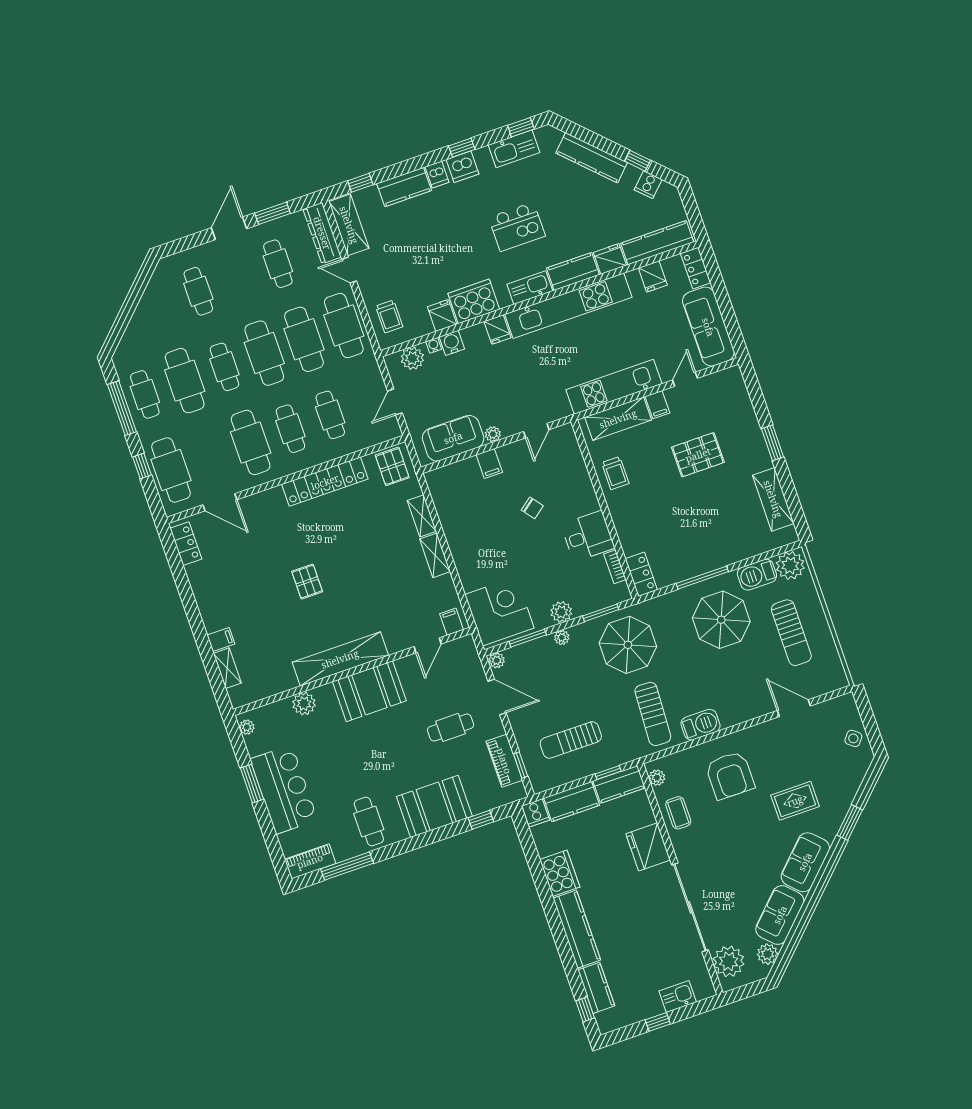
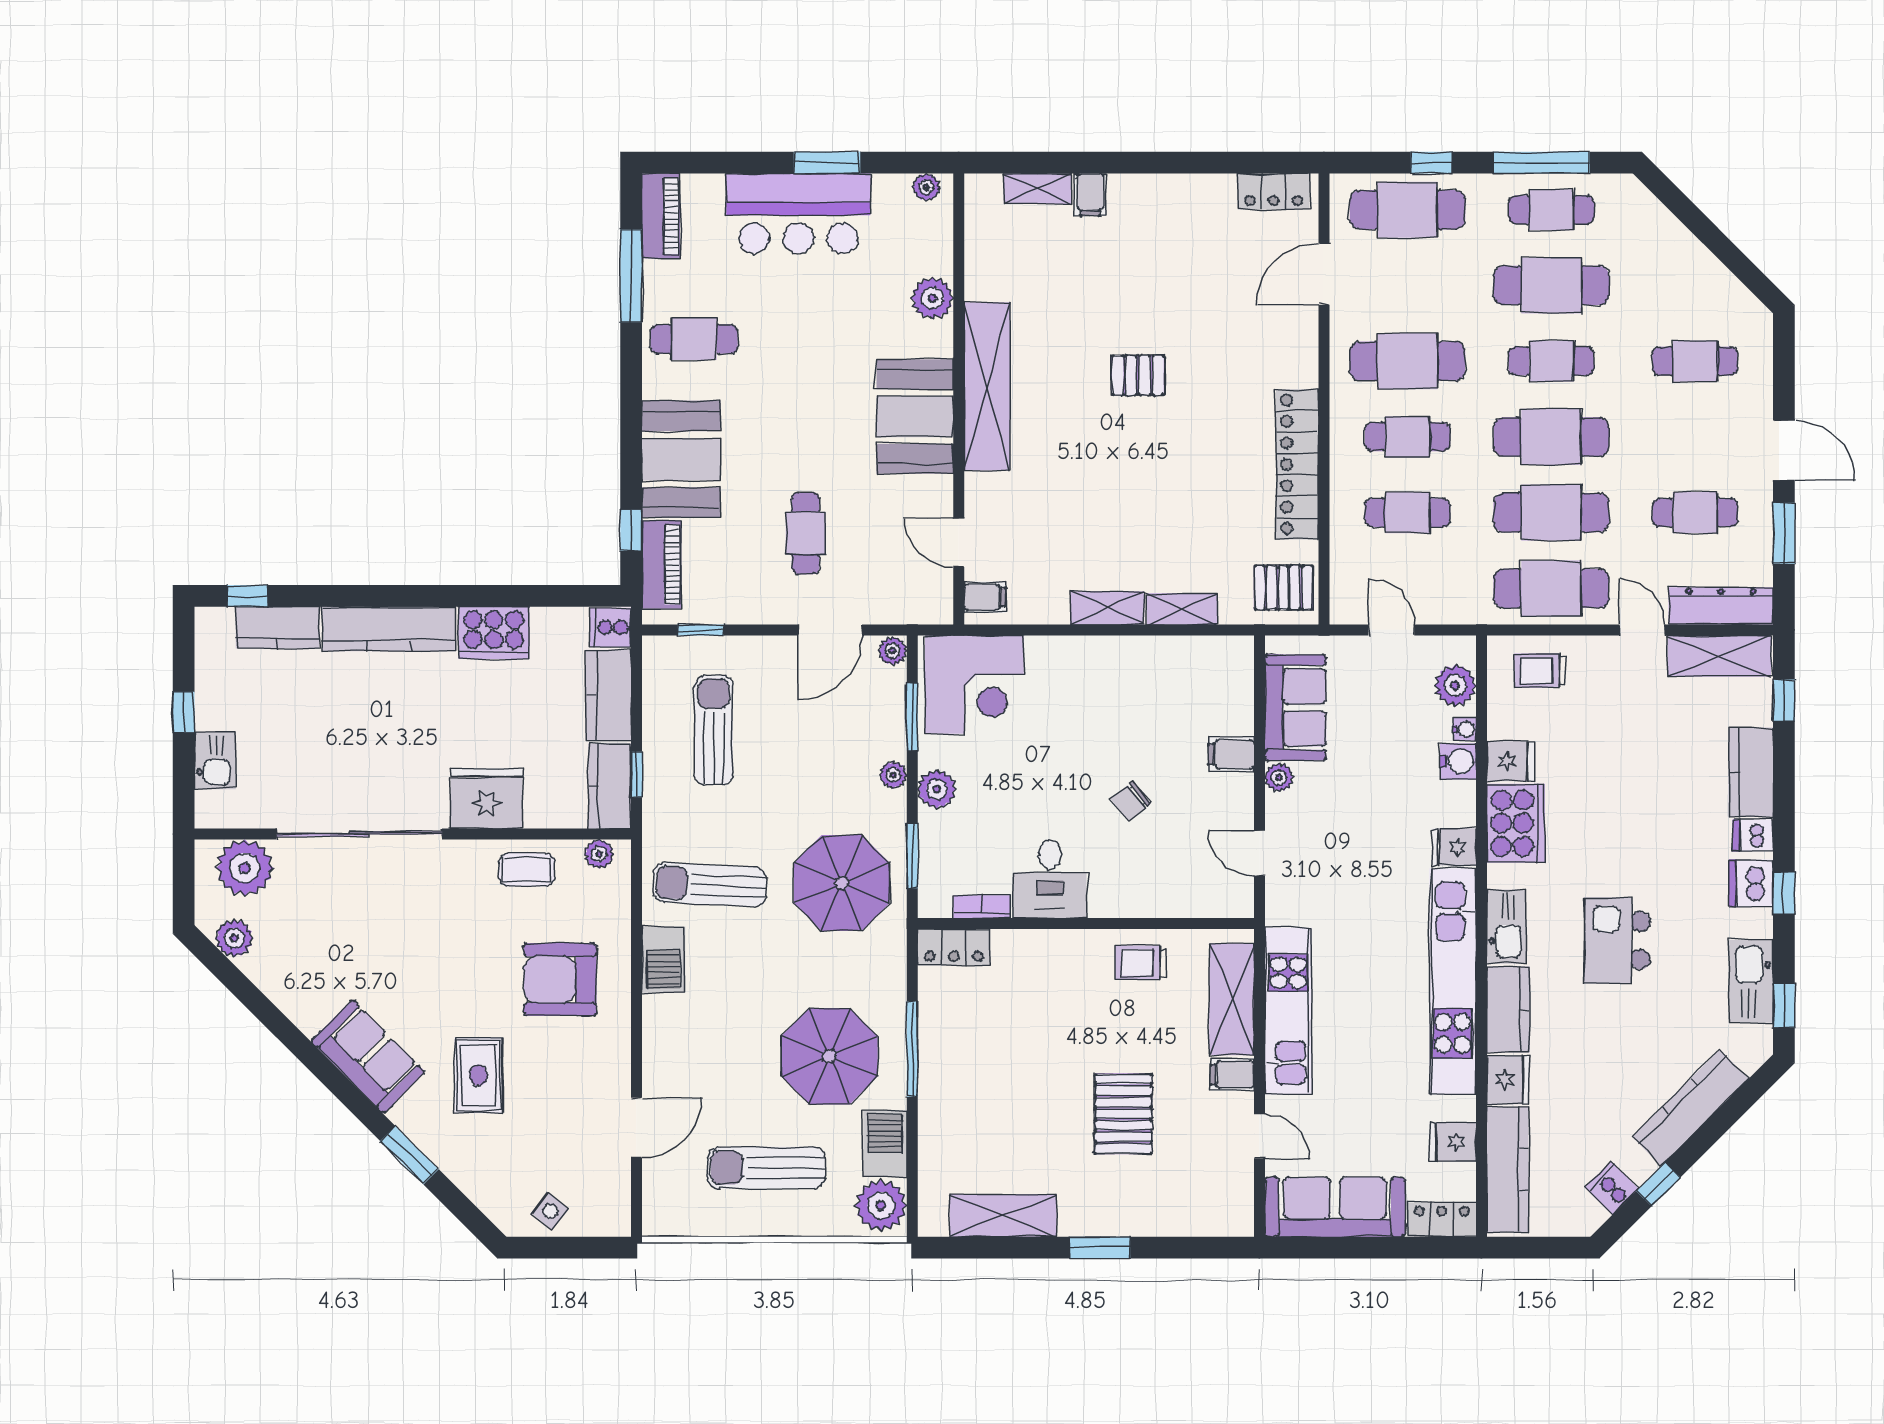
door: (349, 270) -> (1642, 630), hinge flipped
piano: (504, 761) -> (662, 565), moved, turned 90
sofa: (780, 915) -> (293, 982), removed

